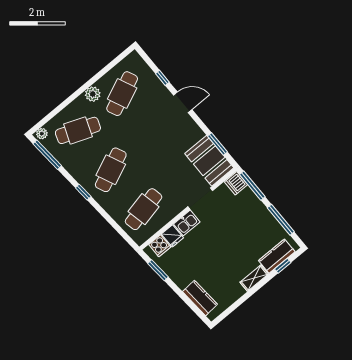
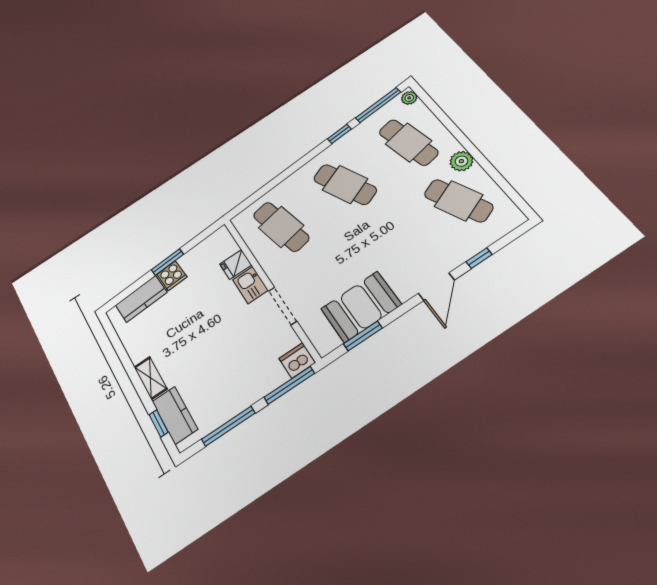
cafe table: (78, 130) -> (408, 142), turned -33
booth: (209, 161) -> (361, 307), moved
window: (83, 192) -> (339, 134), moved
cooker: (160, 246) -> (172, 276), moved, turned -94
window: (158, 270) -> (167, 262), moved

